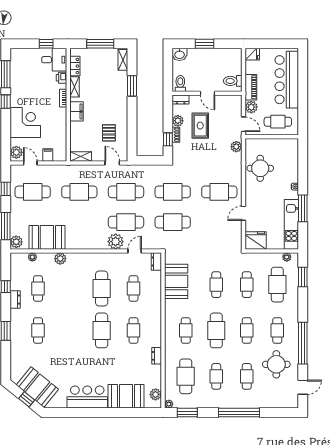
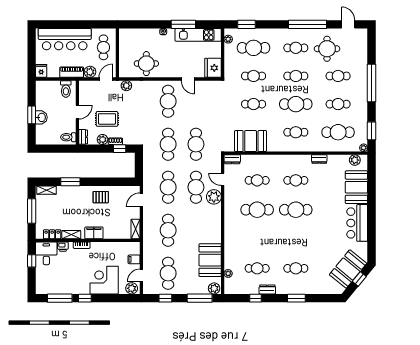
washbasin: (180, 54) -> (41, 117), moved
pallet: (109, 133) -> (101, 197), moved
plant: (60, 259) -> (230, 248), removed

